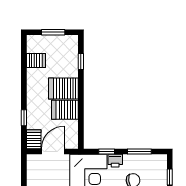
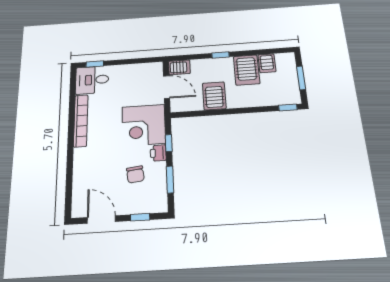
window: (81, 61) -> (288, 107), moved
server rack: (63, 89) -> (247, 70), moved, turned 180
window: (24, 118) -> (221, 55), moved

